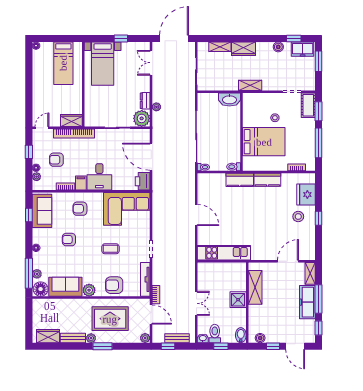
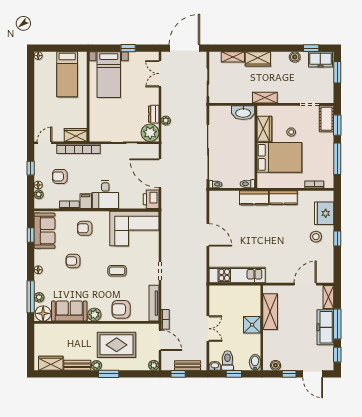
wardrobe: (250, 115) -> (264, 129), added

